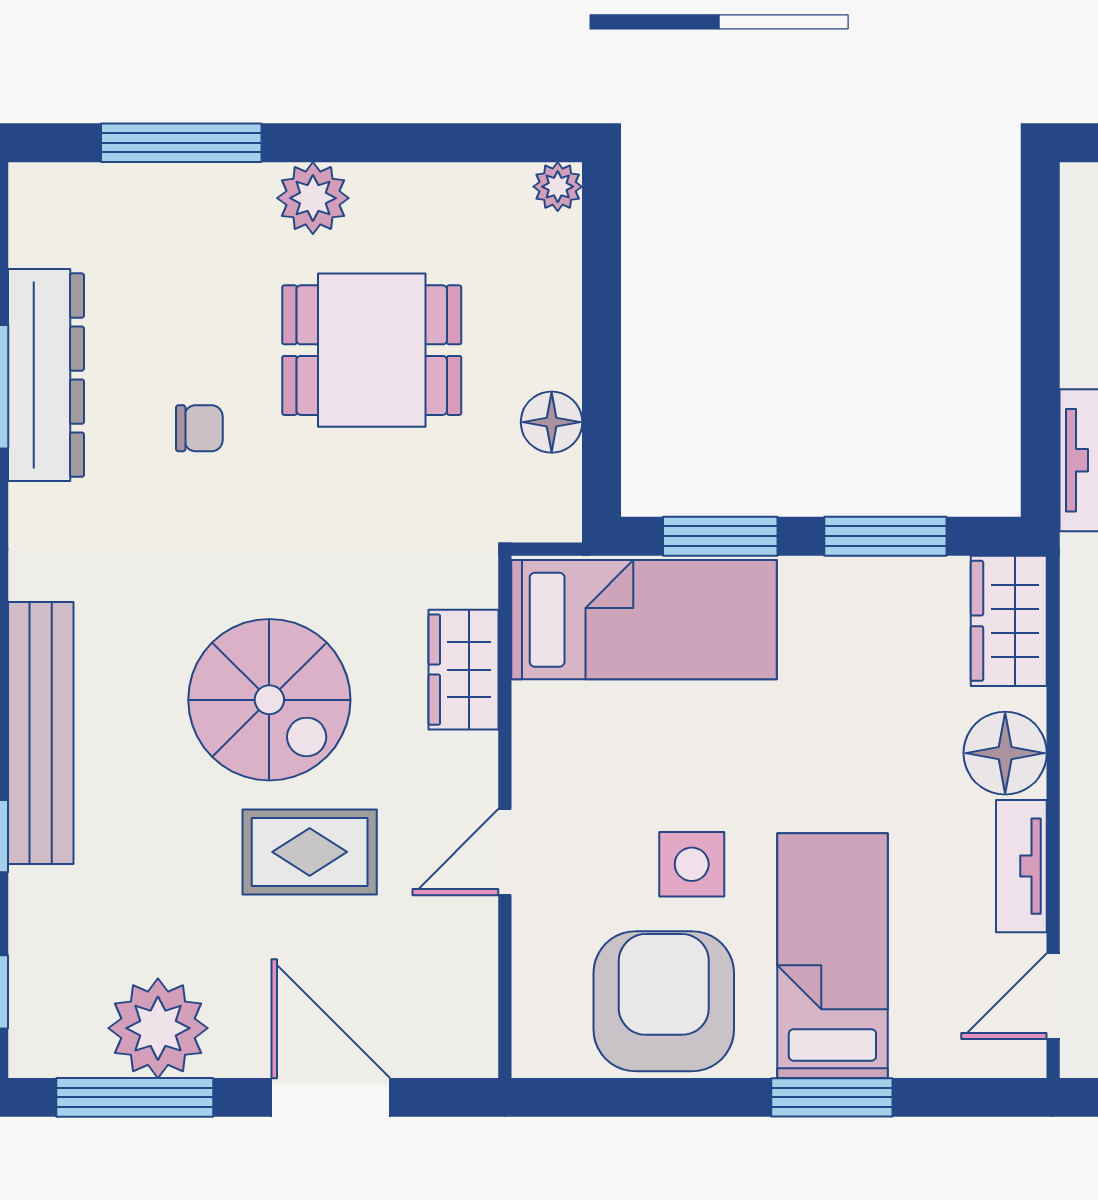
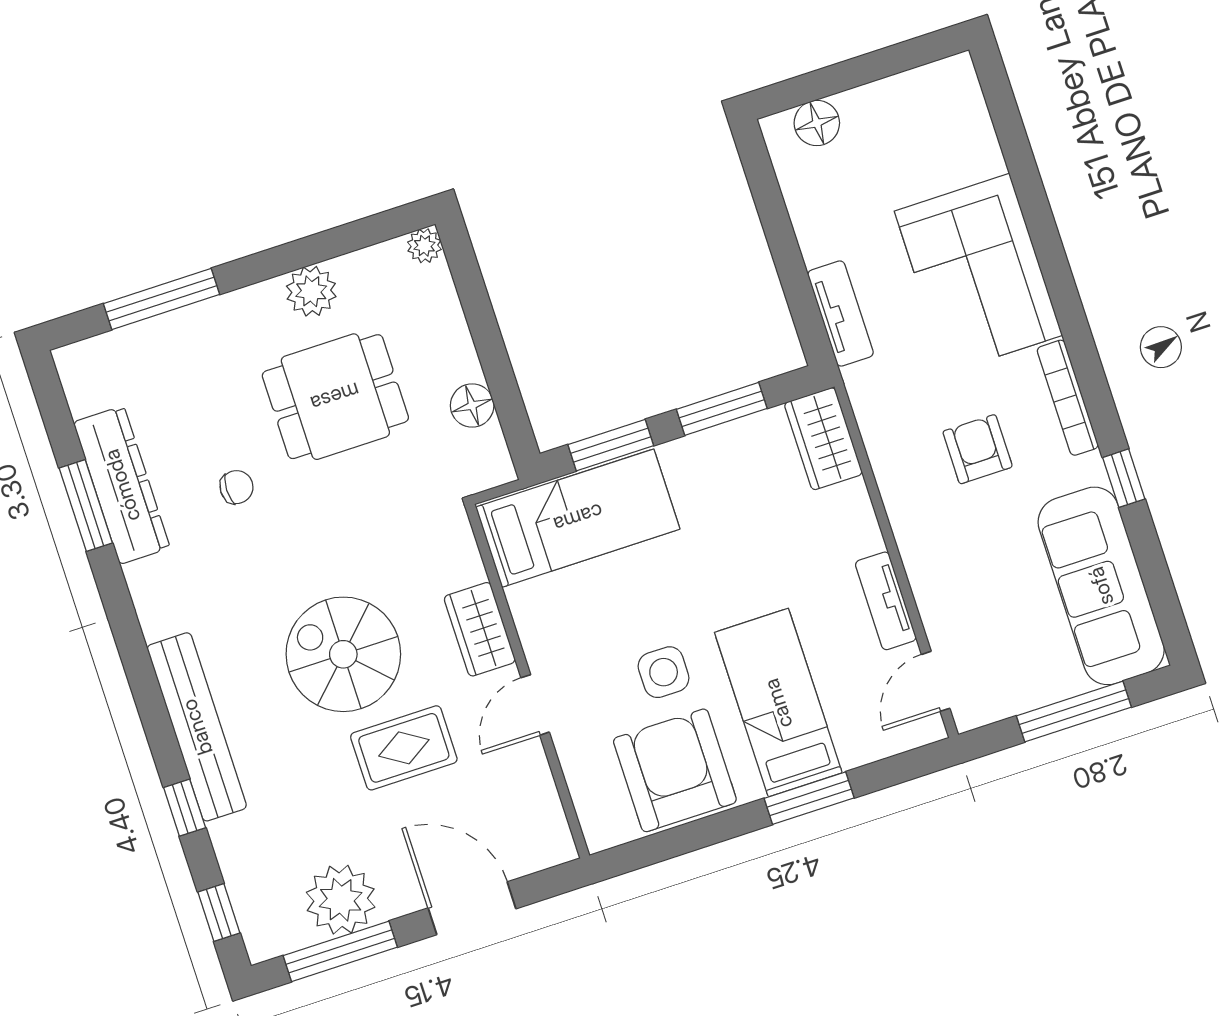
plant: (313, 198) -> (311, 291), moved
wardrobe: (464, 670) -> (480, 629), moved
spiral stairs: (269, 700) -> (343, 654), turned 180
floor lamp: (1005, 753) -> (850, 528), removed

